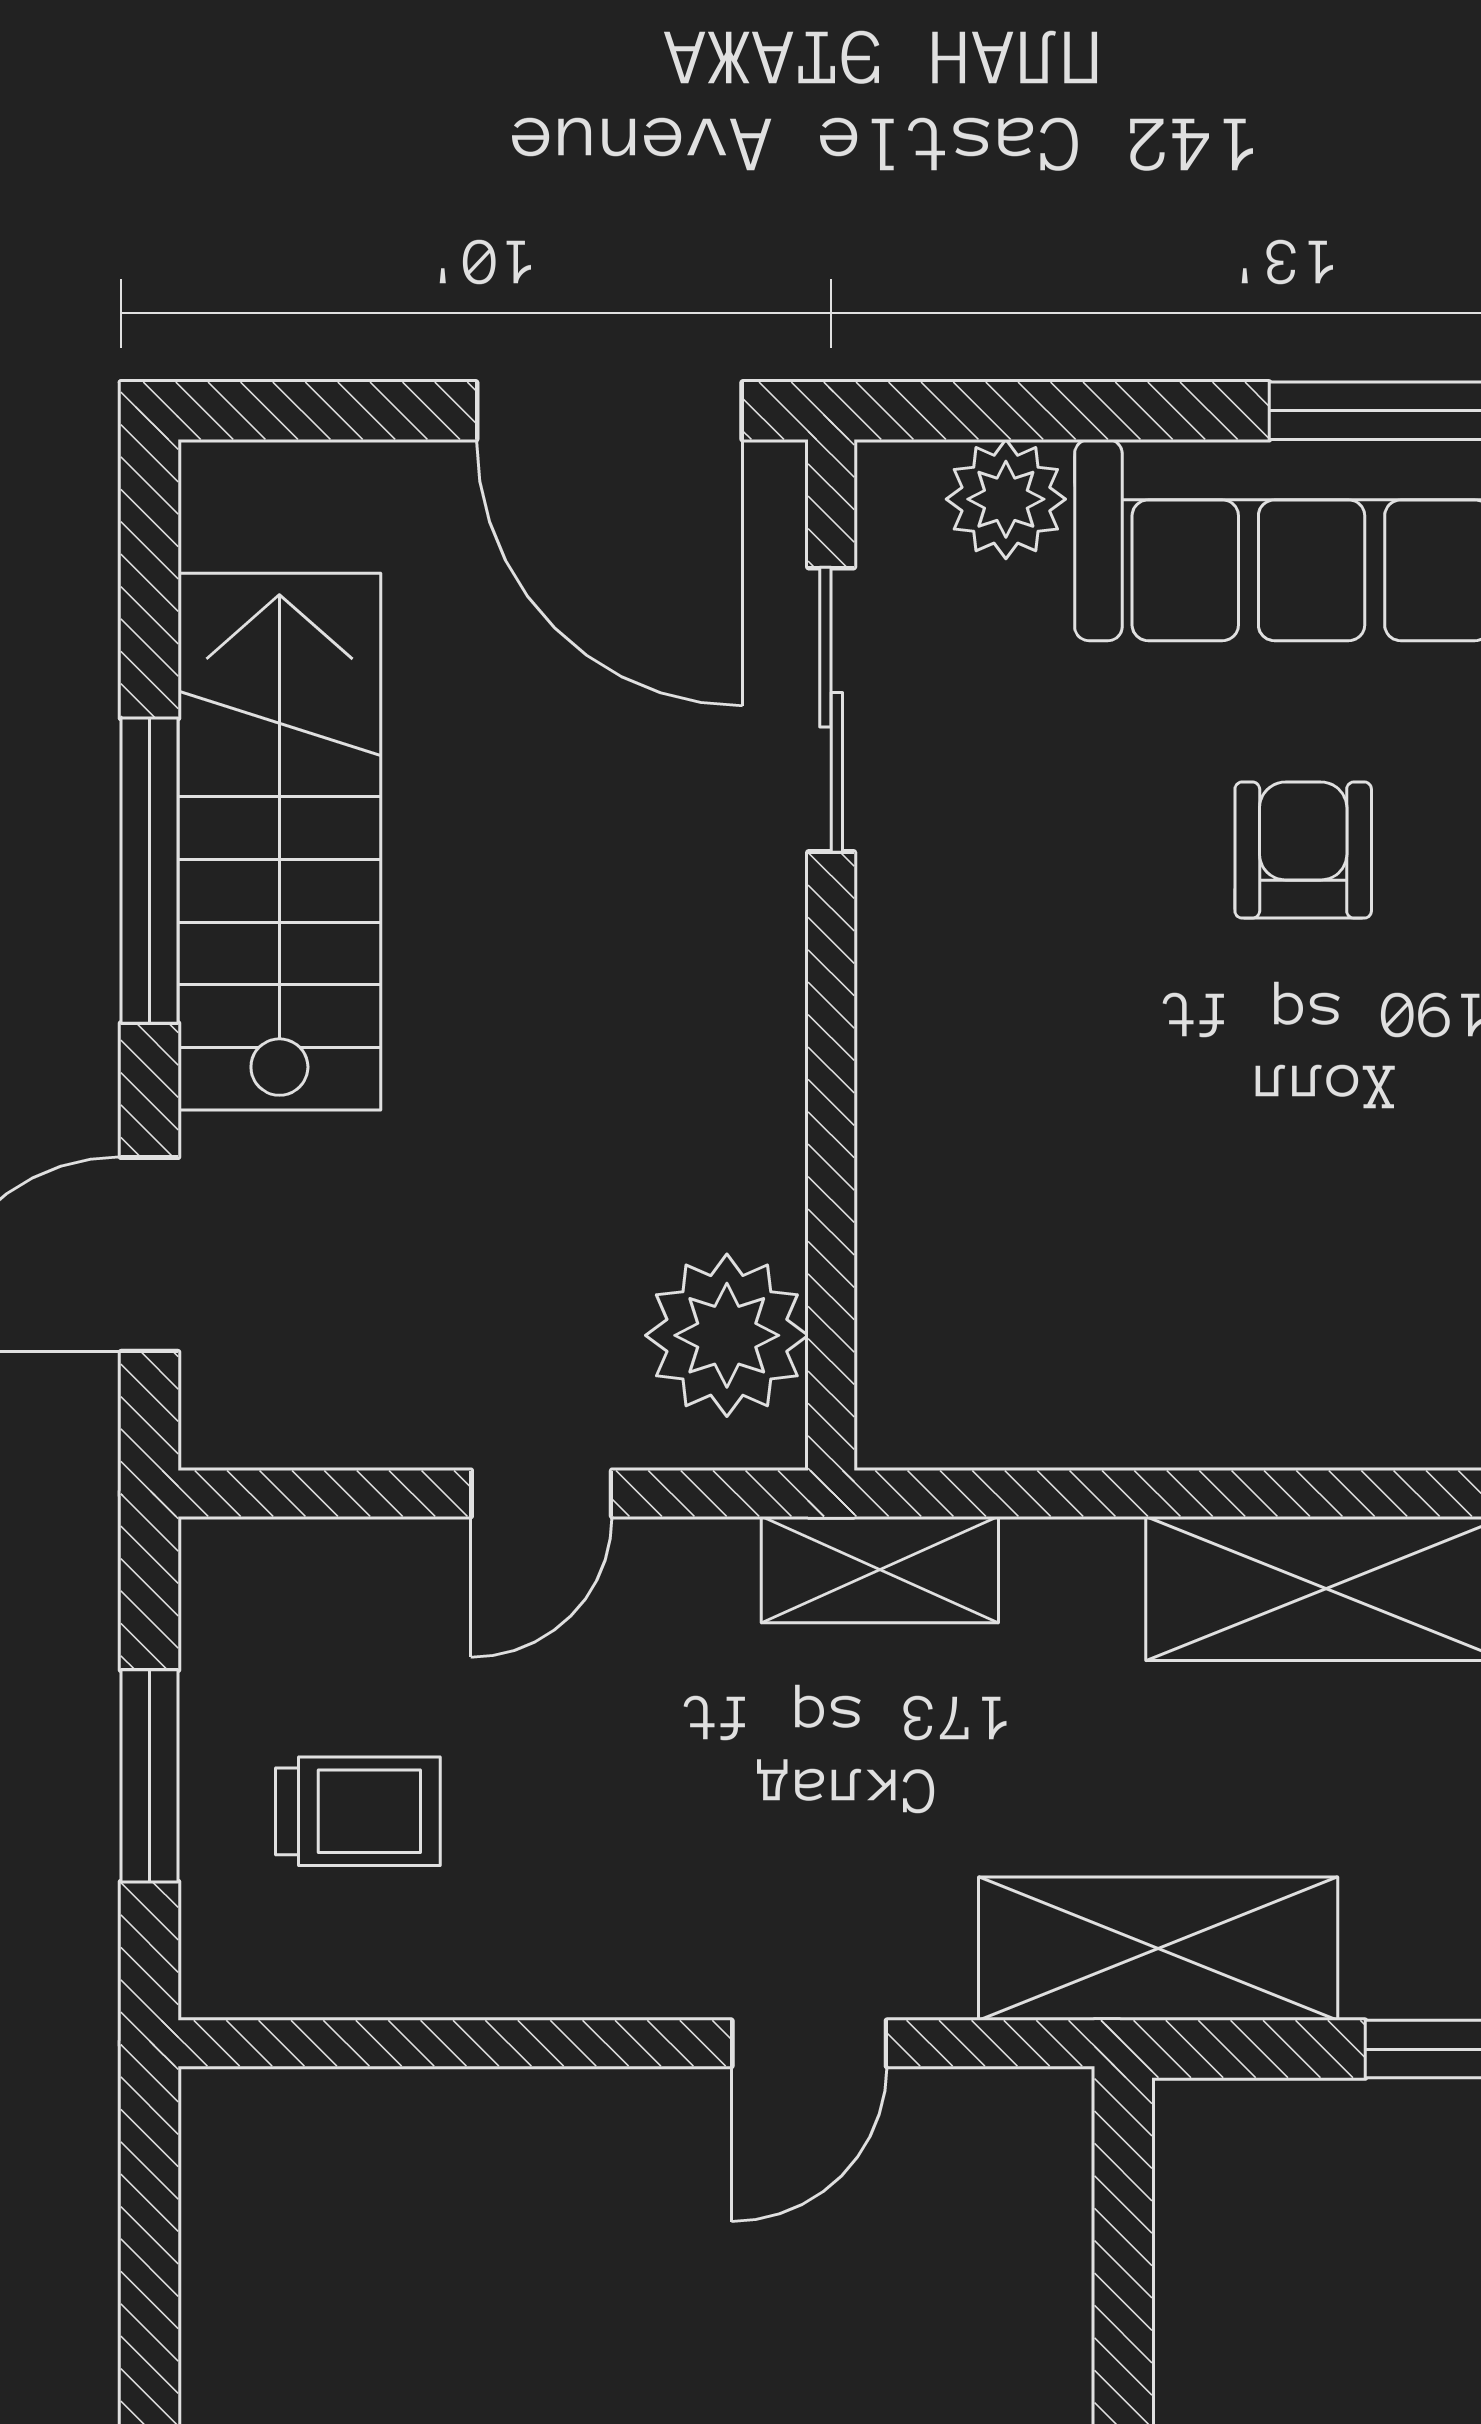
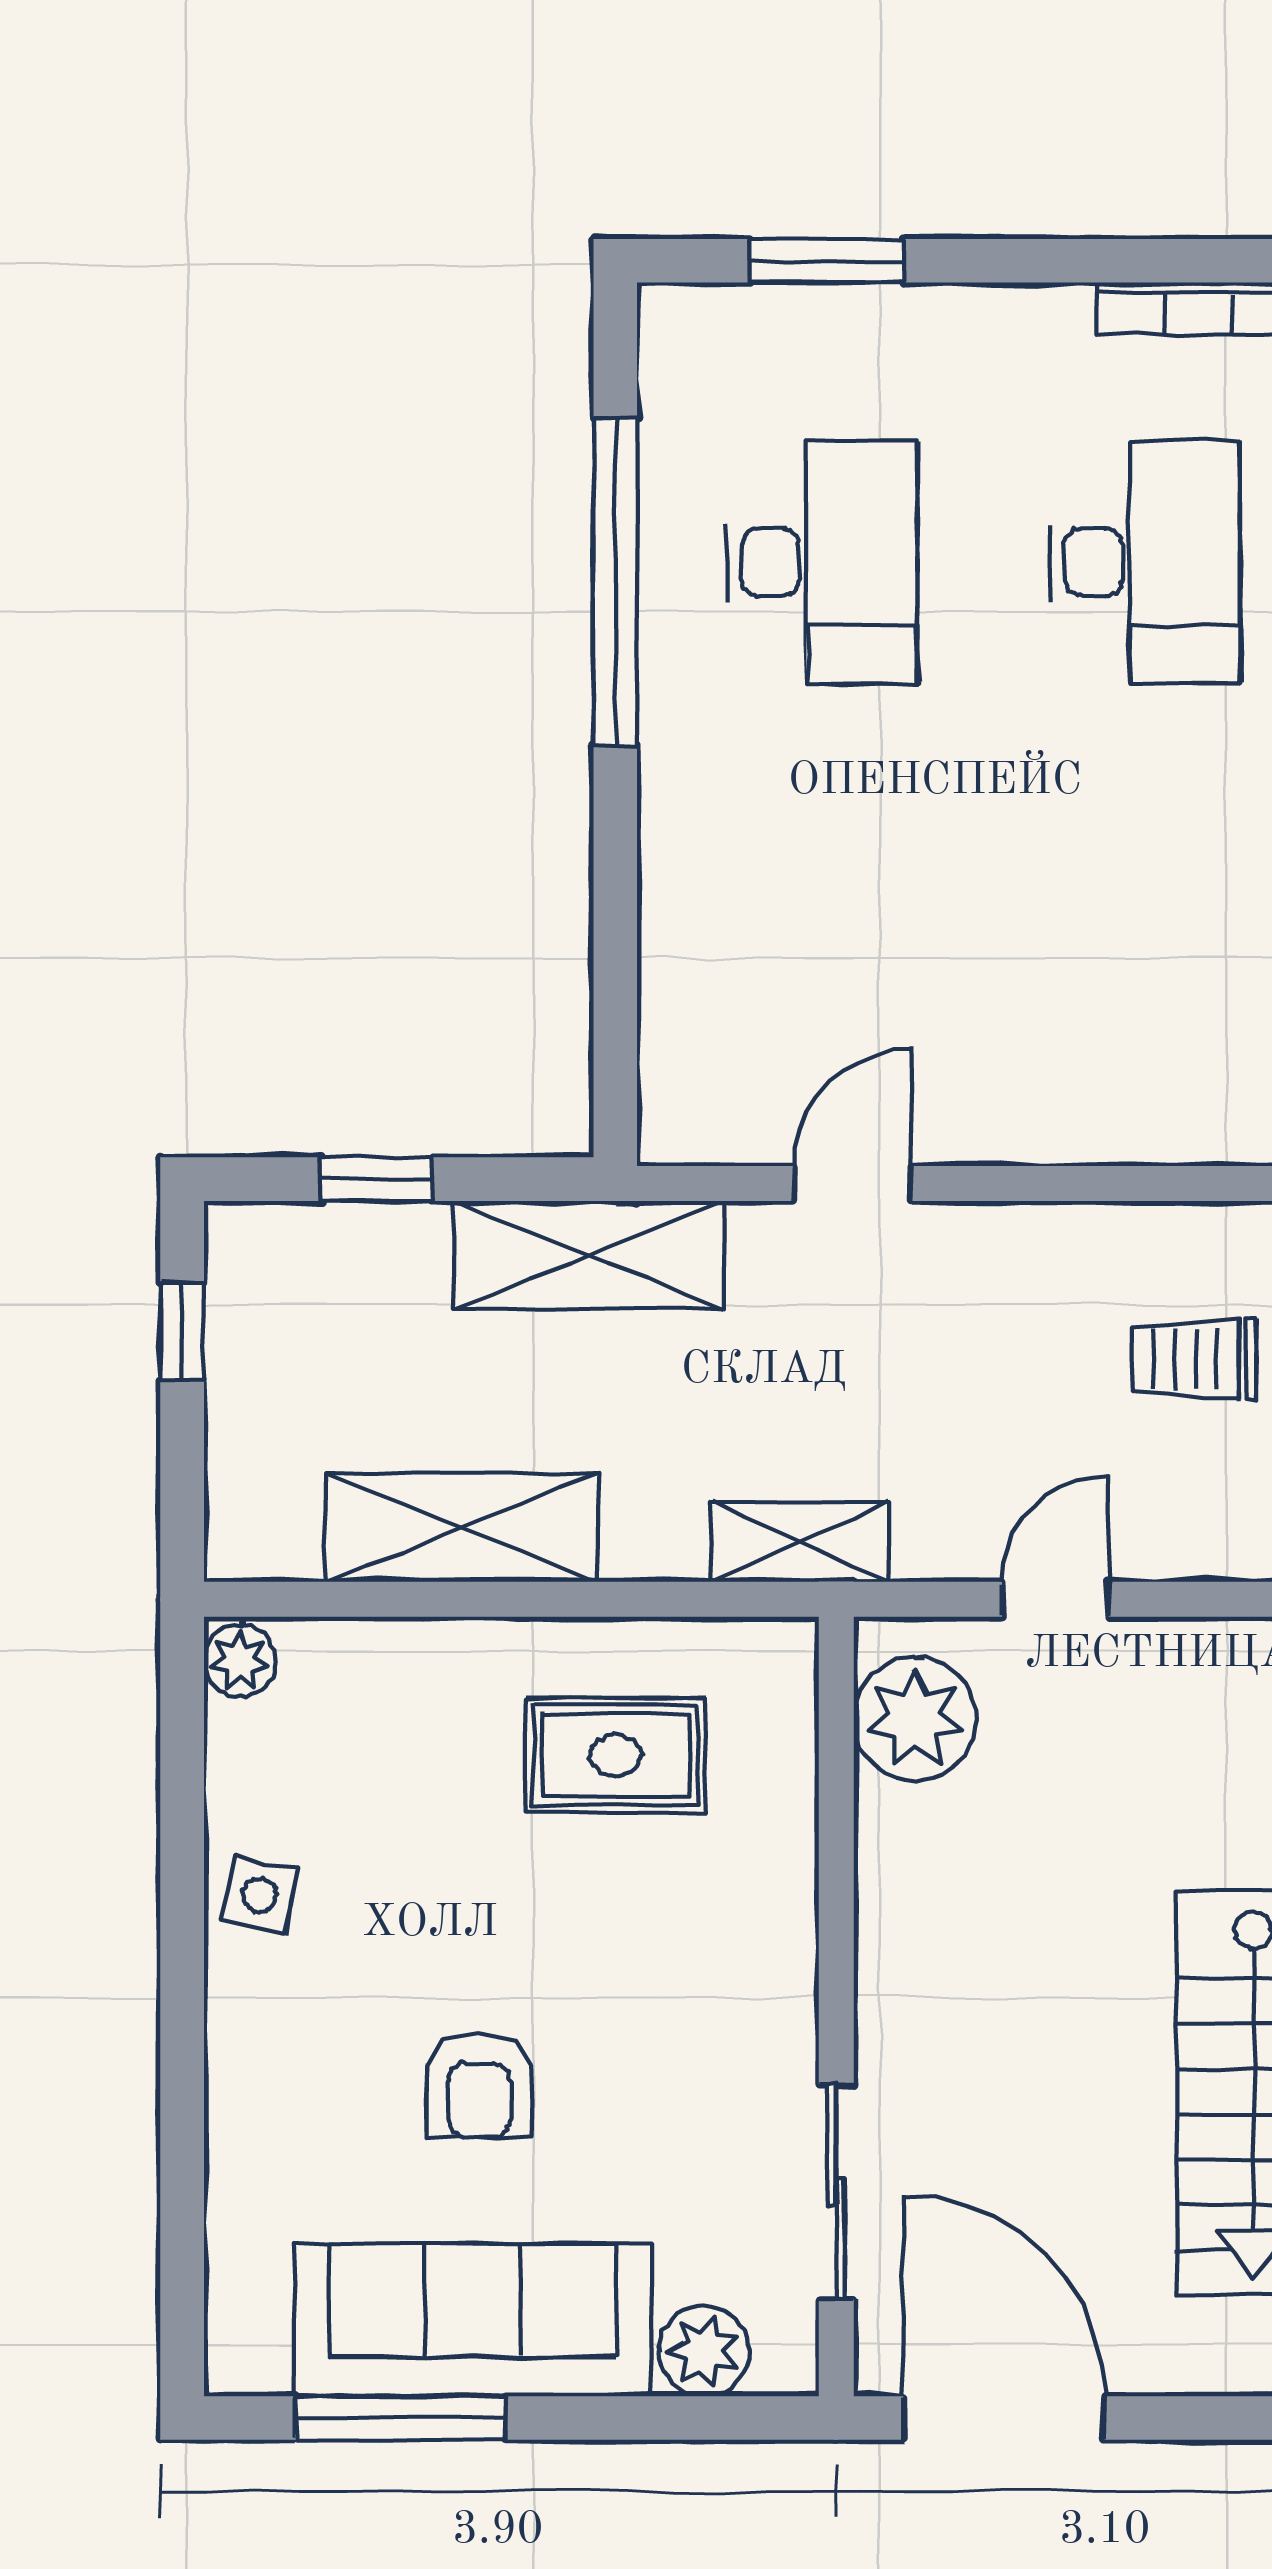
rug: (1123, 1287) -> (616, 1755), added

